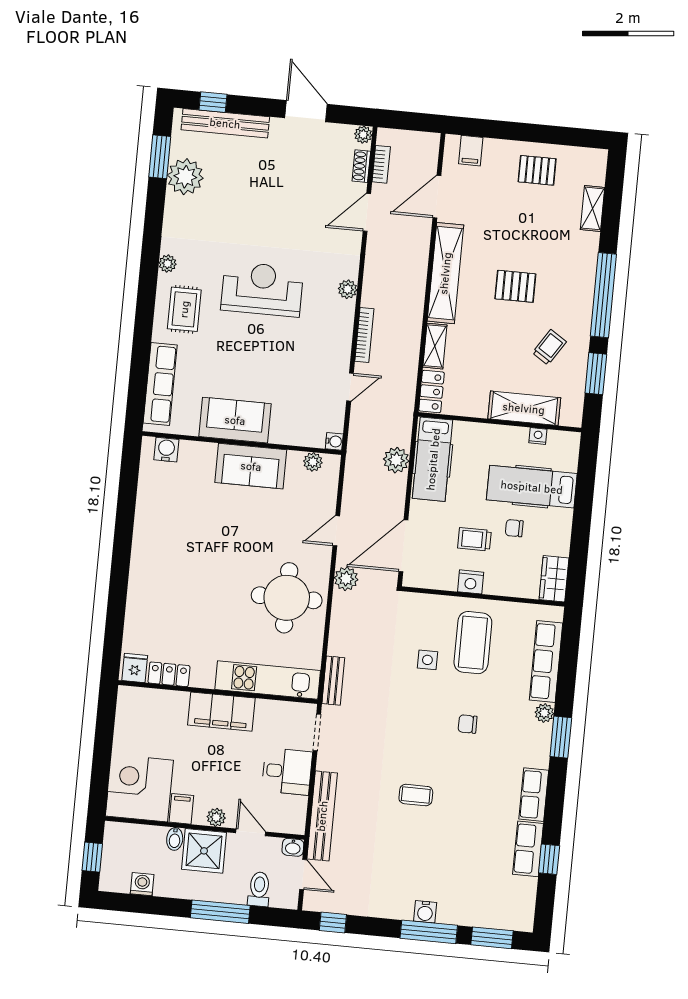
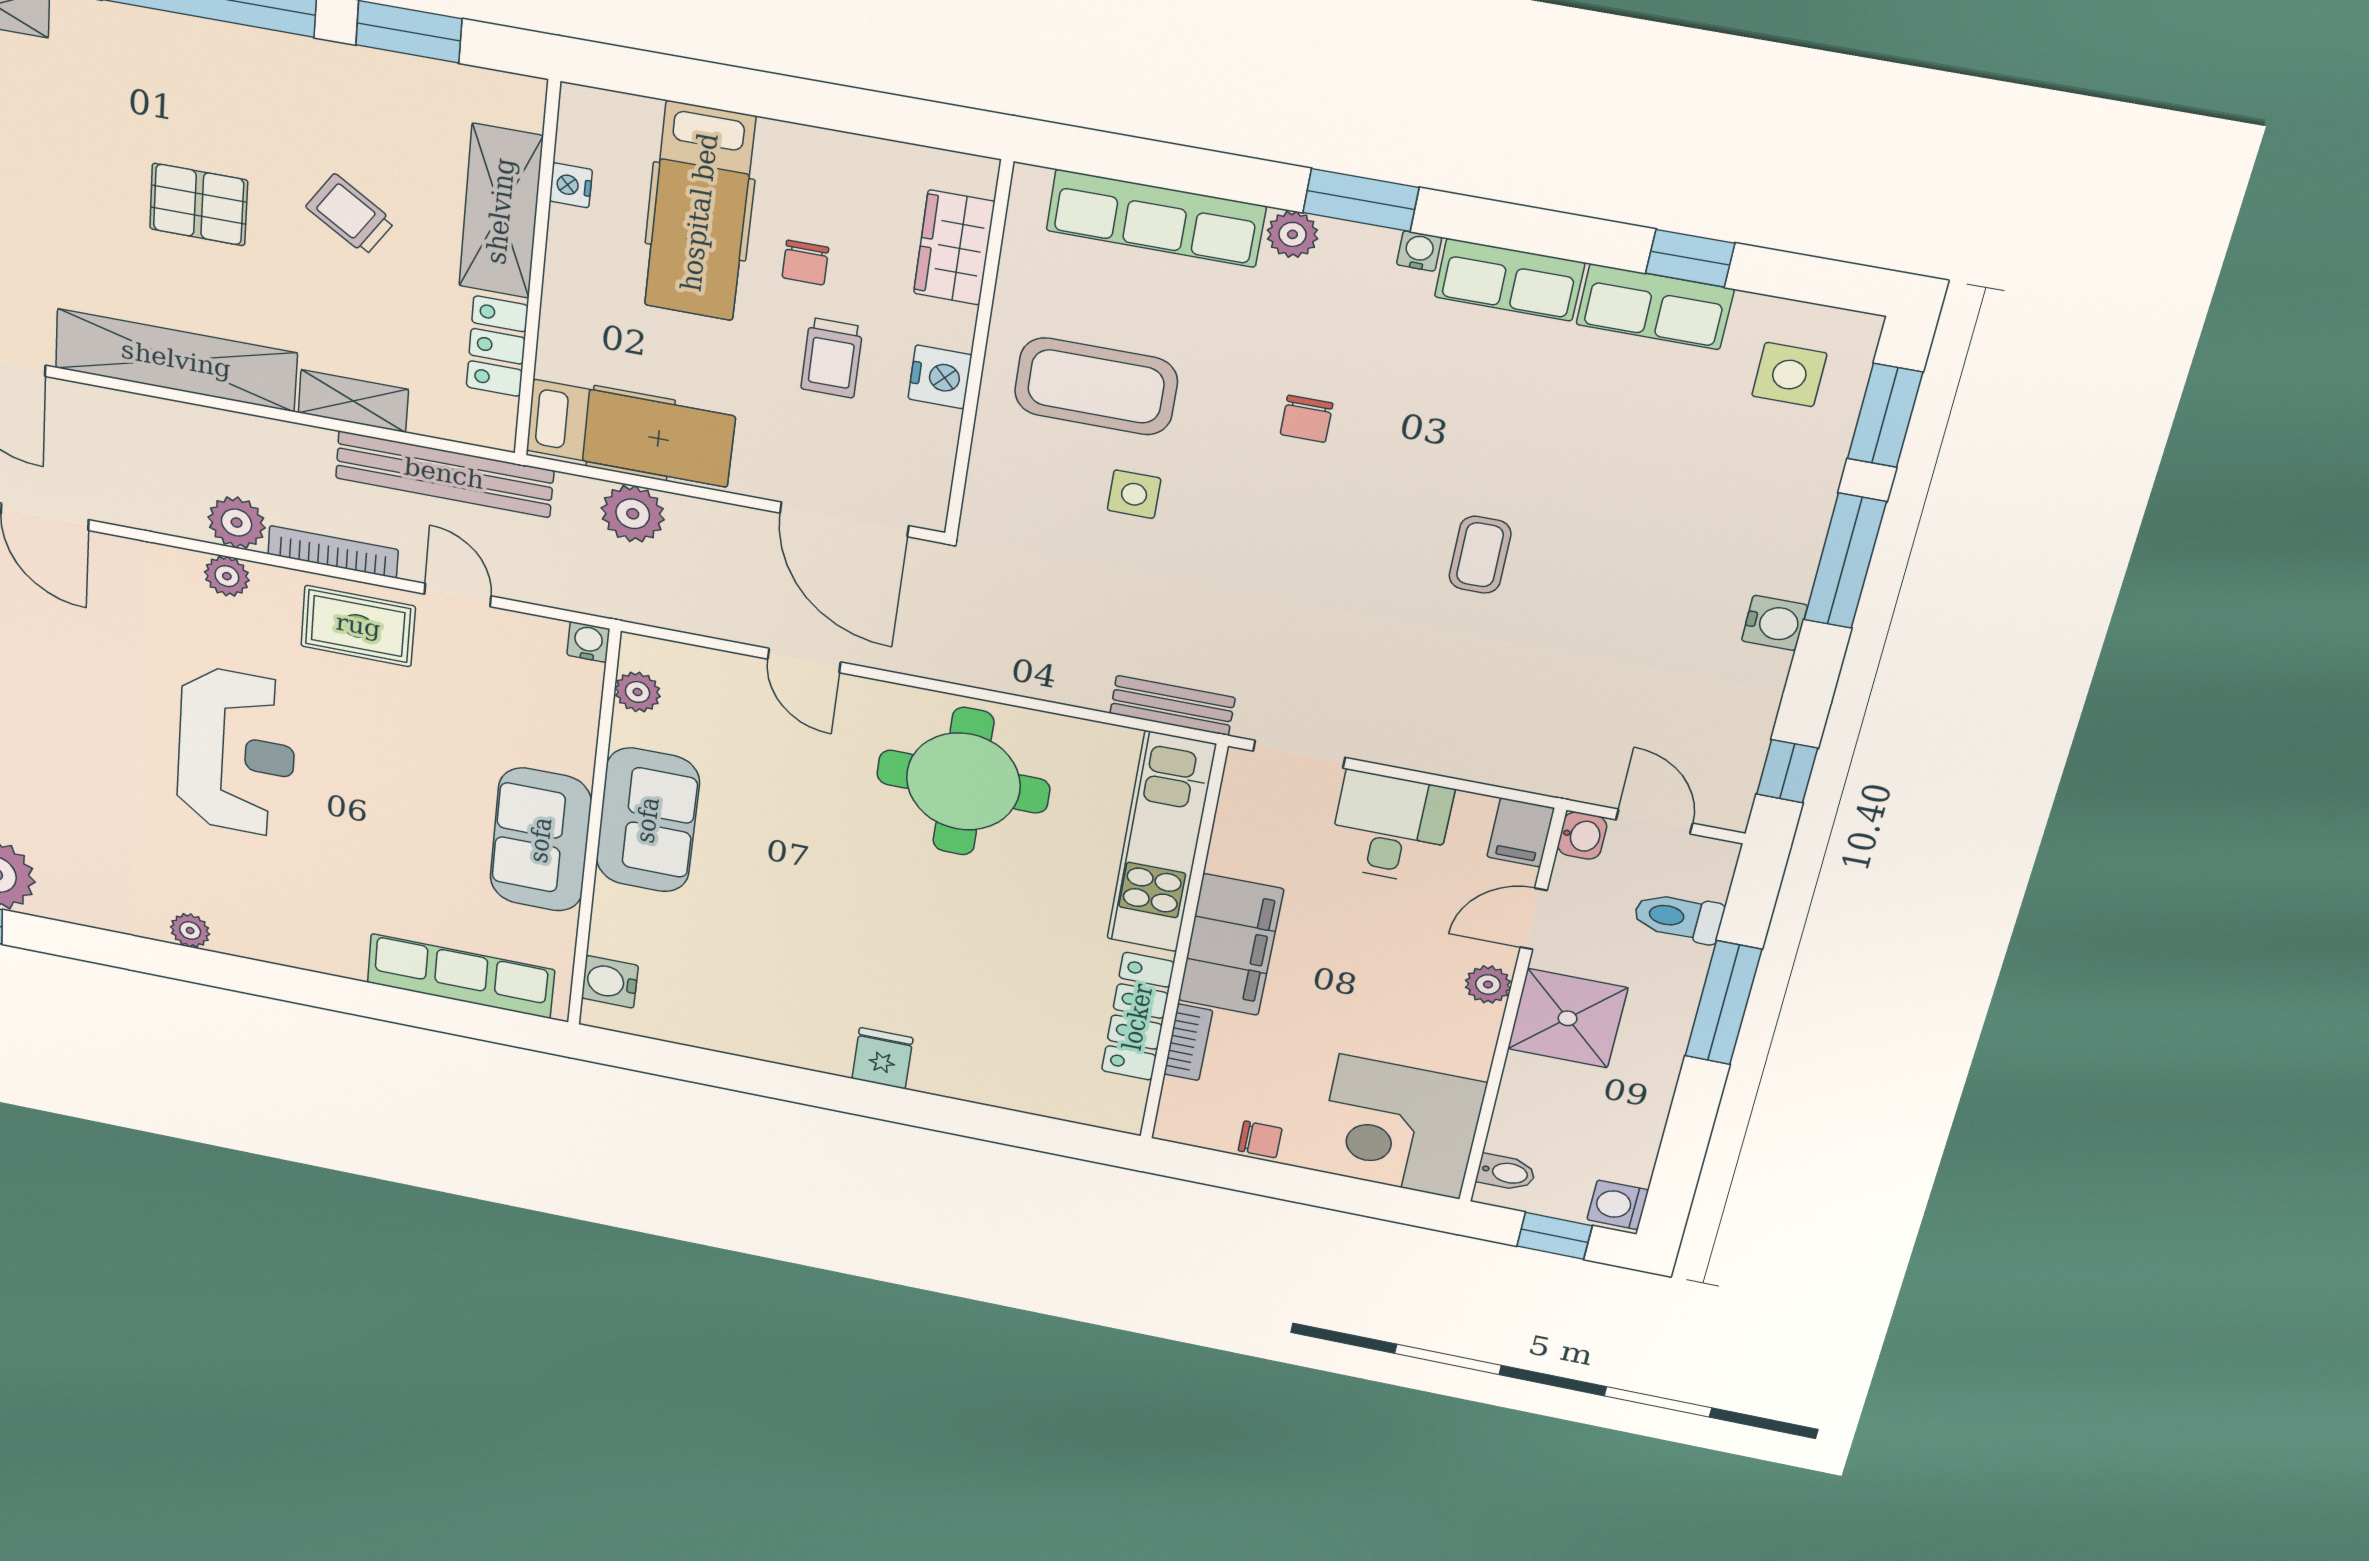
pallet: (515, 286) -> (199, 205), turned 90
reception desk: (262, 289) -> (236, 752), turned 180
rug: (184, 309) -> (358, 626), moved
trolley: (549, 347) -> (350, 214), moved
locker: (431, 392) -> (497, 346), moved, turned -90
plant: (346, 579) -> (237, 523), moved
wardrobe: (554, 579) -> (954, 248), moved, turned 90
fridge: (135, 668) -> (882, 1058), moved, turned 90
locker: (169, 674) -> (1138, 1017), width x1.53
bookcase: (170, 697) -> (1188, 1042), added
chair: (124, 731) -> (1260, 1139), added
water cooler: (542, 760) -> (1419, 251), added
filing cabinet: (181, 809) -> (1521, 832), moved, turned -90
bench: (322, 816) -> (444, 474), moved
bidet: (175, 839) -> (1506, 1172), moved
door: (303, 875) -> (1654, 822), hinge flipped
washing machine: (142, 884) -> (1618, 1205), moved
side table: (505, 901) -> (1789, 375), added
water cooler: (425, 912) -> (1774, 623), moved

